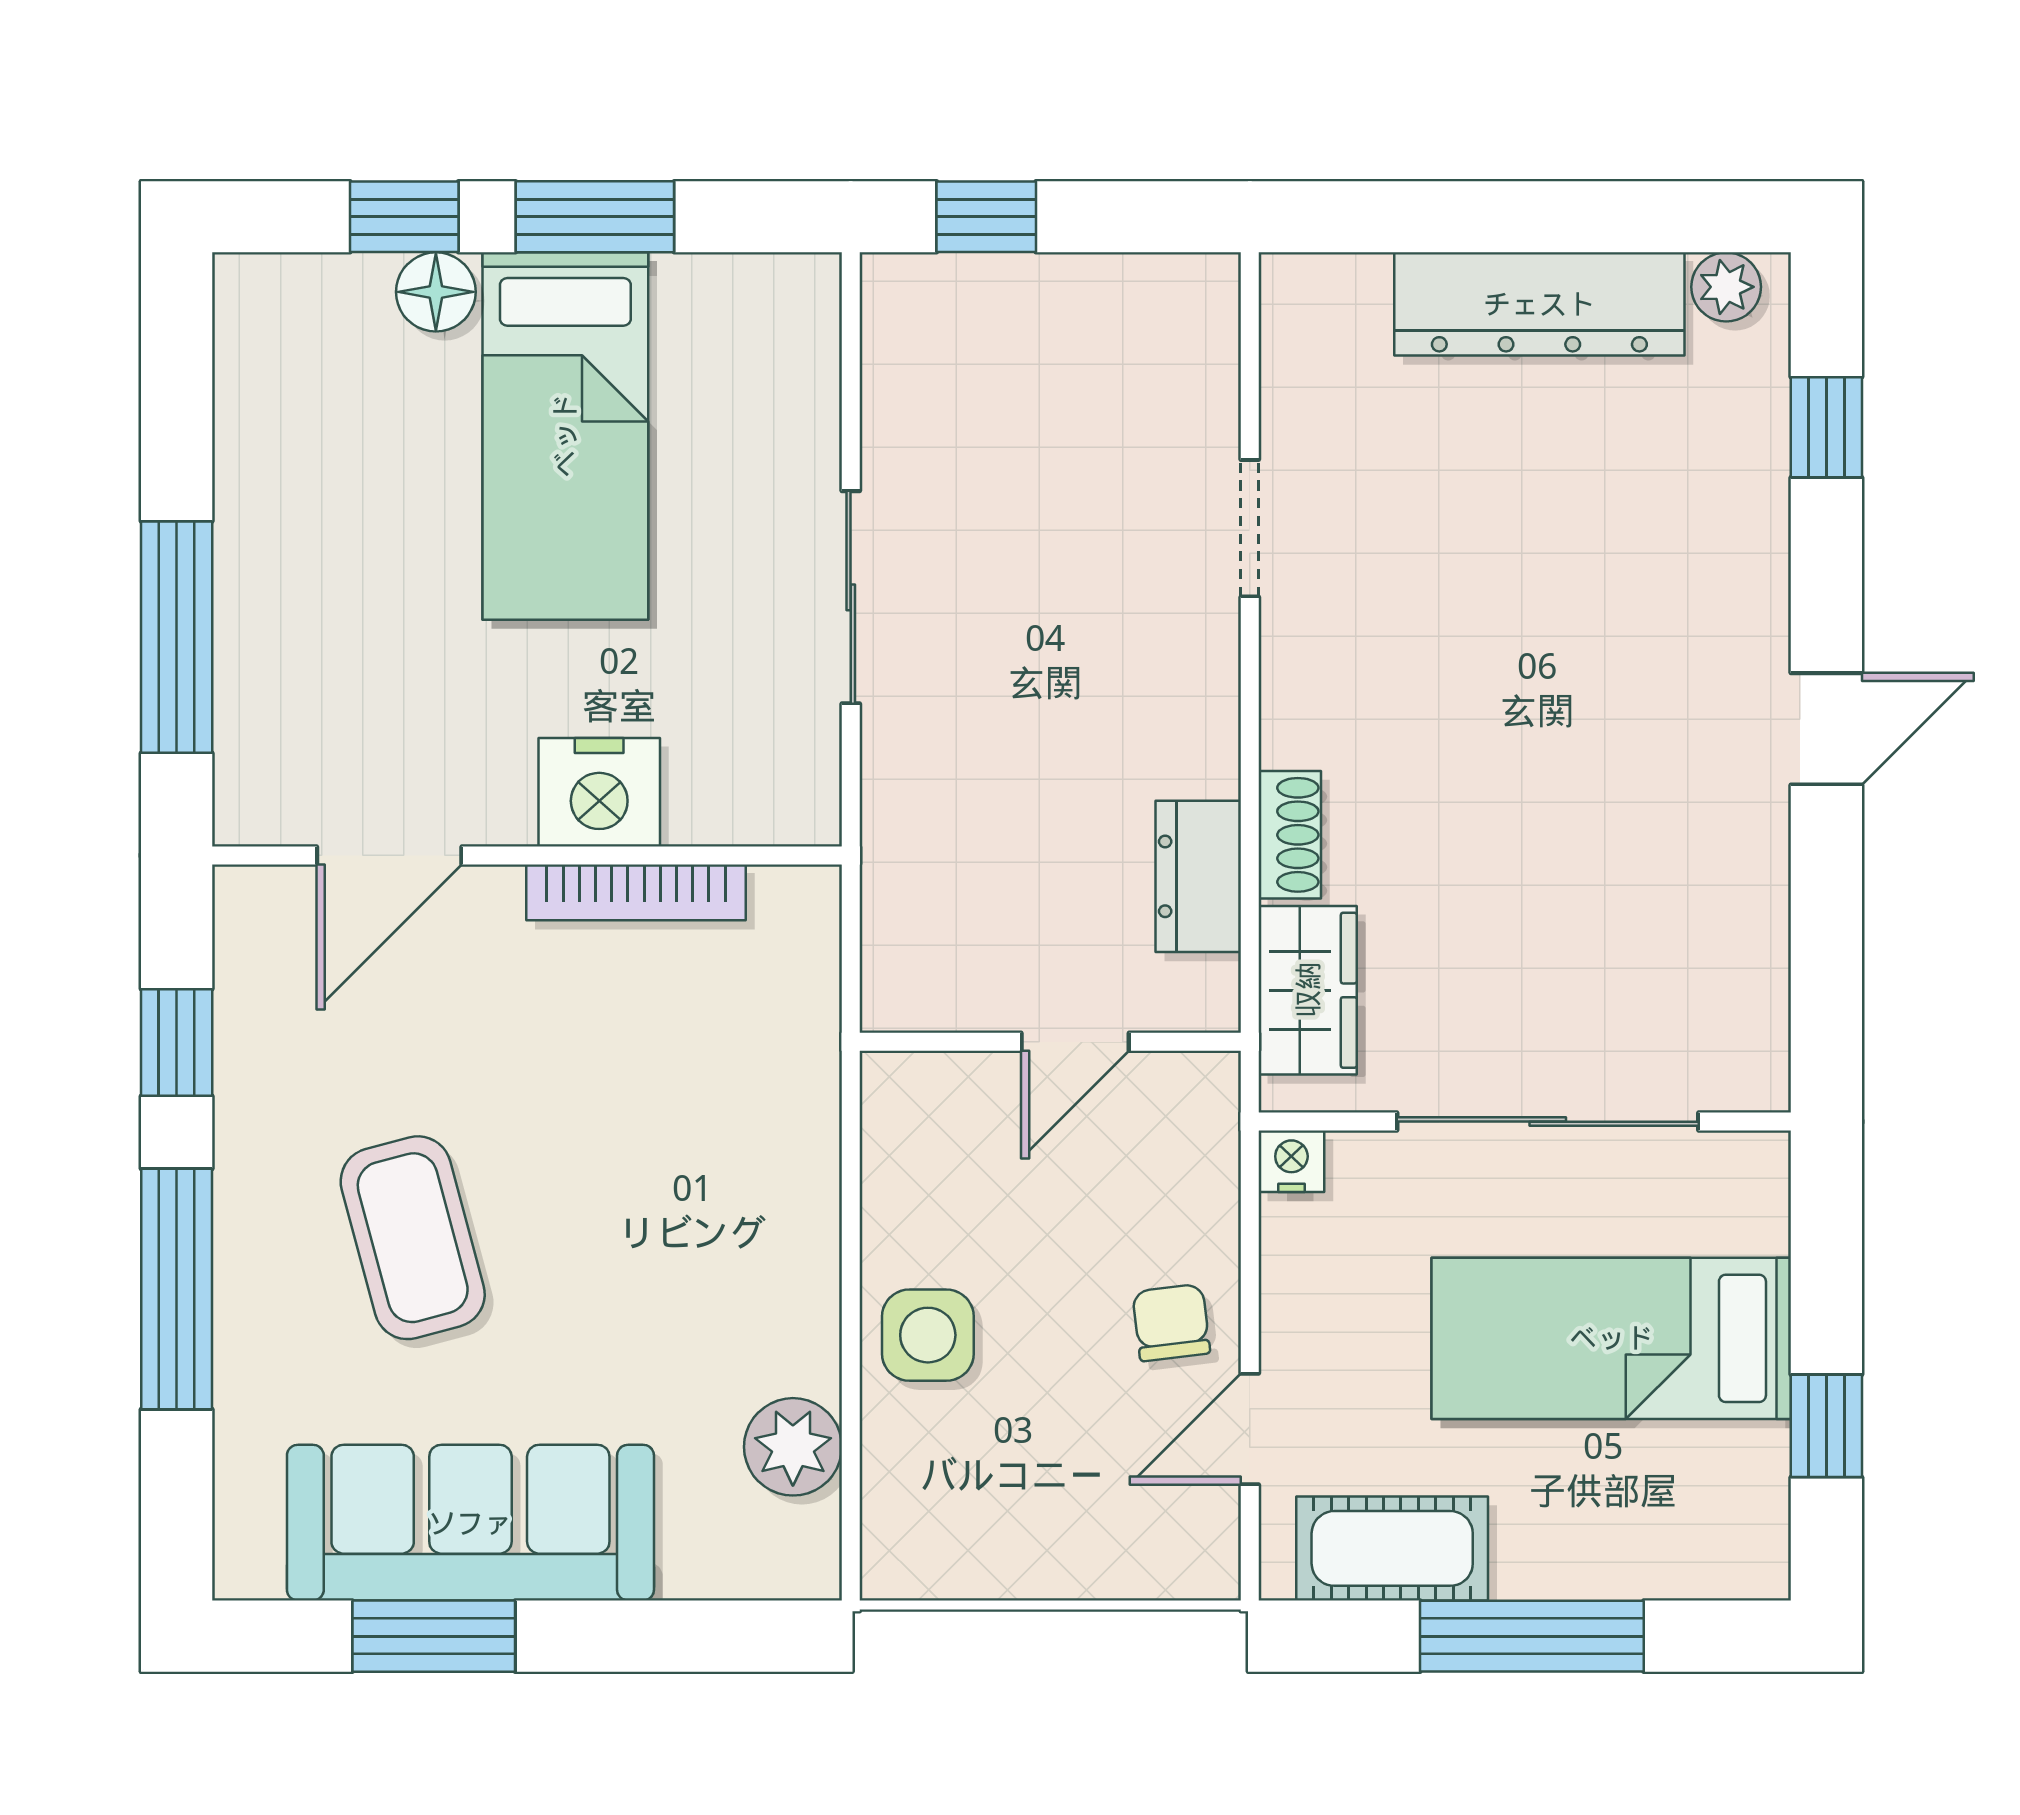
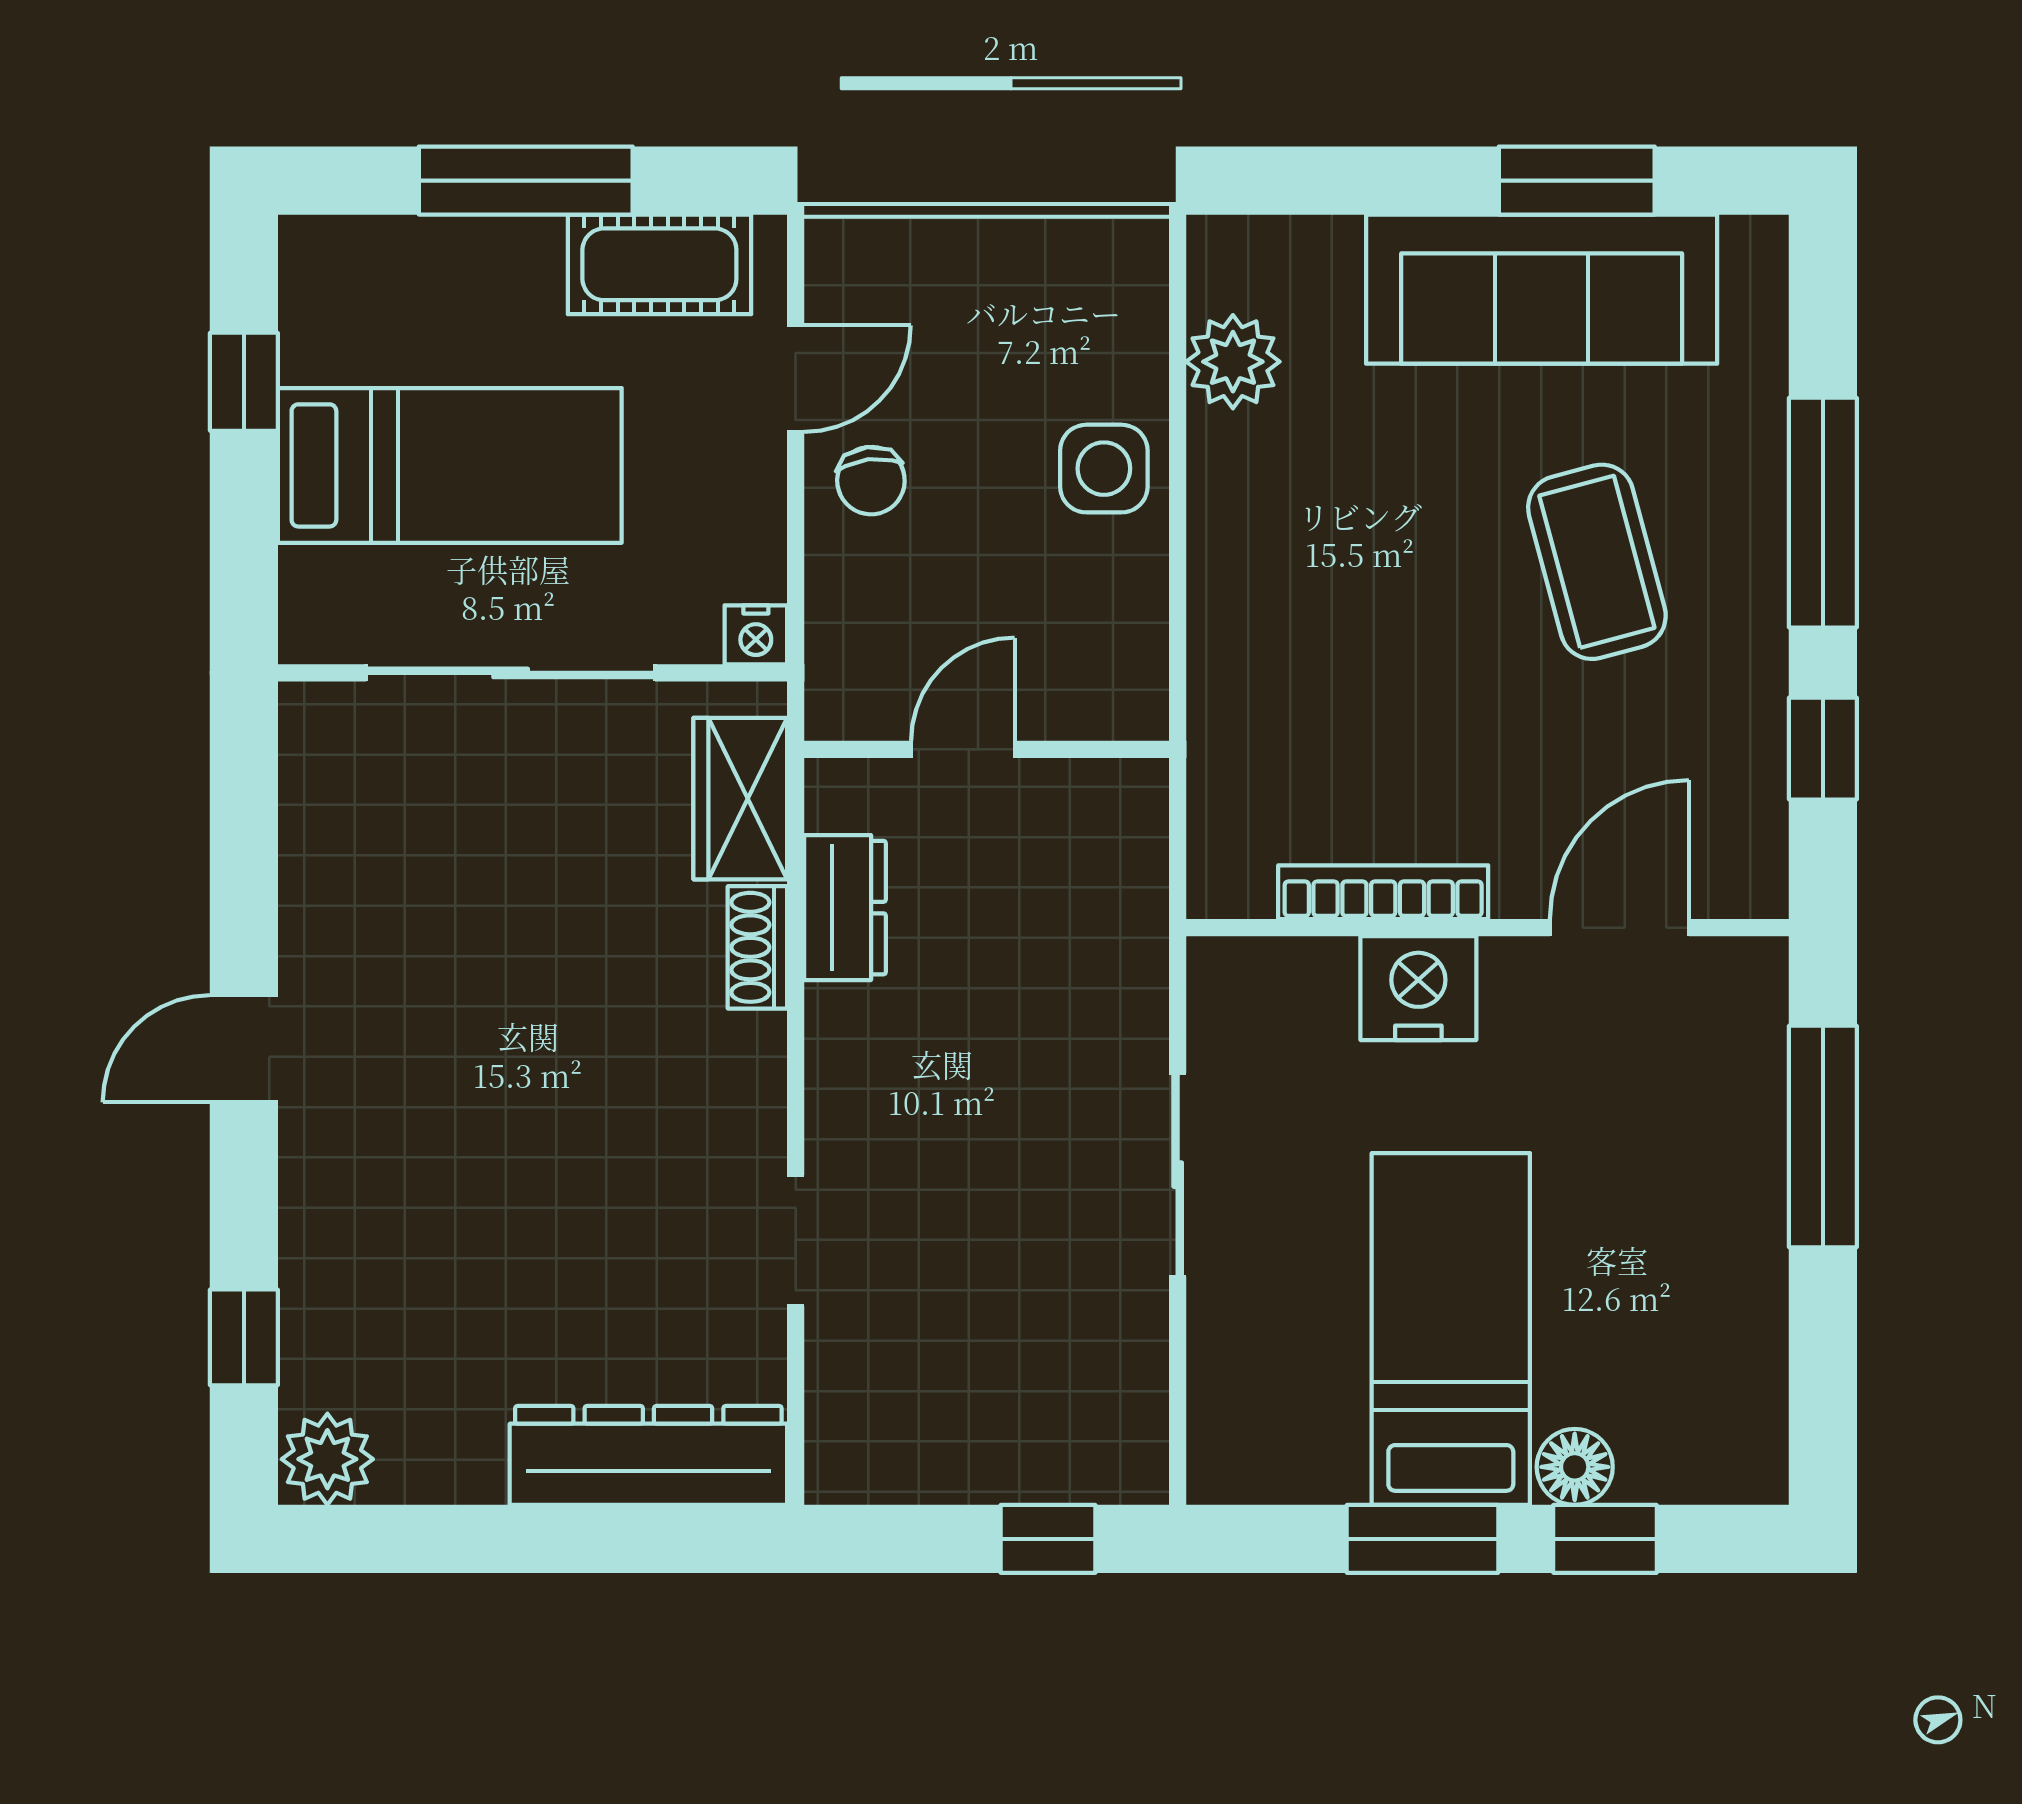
plant: (1726, 287) -> (327, 1459), width x1.38, depth x1.38
dresser: (1539, 304) -> (648, 1455), moved

